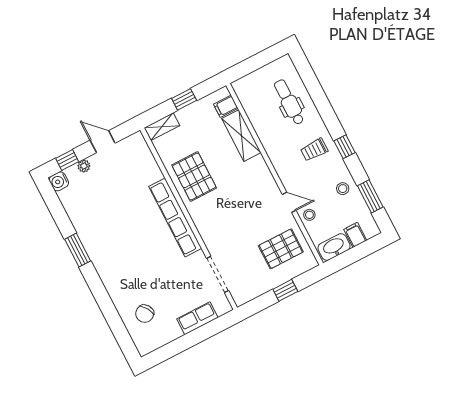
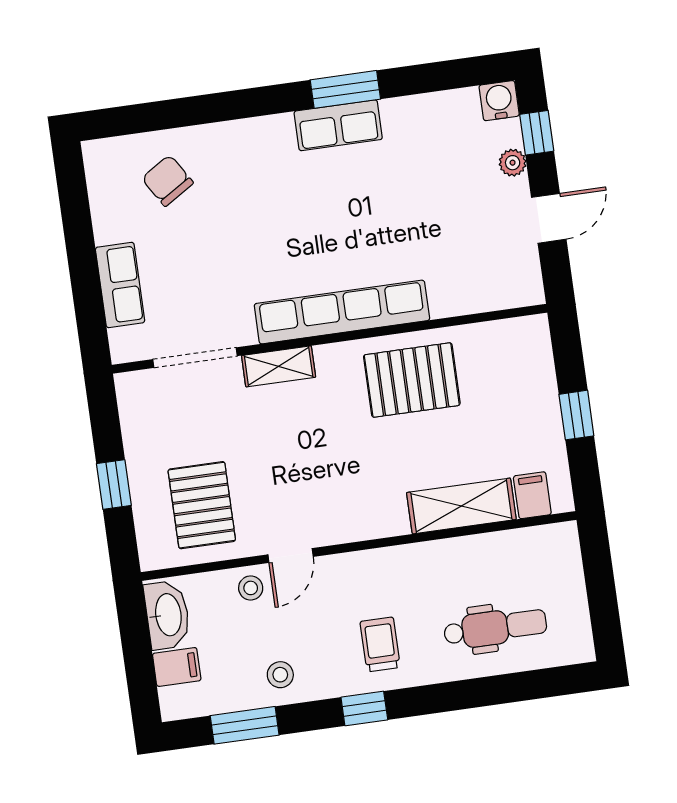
shelving: (162, 127) -> (279, 366), moved, turned 90
row of seats: (94, 248) -> (338, 125), added

